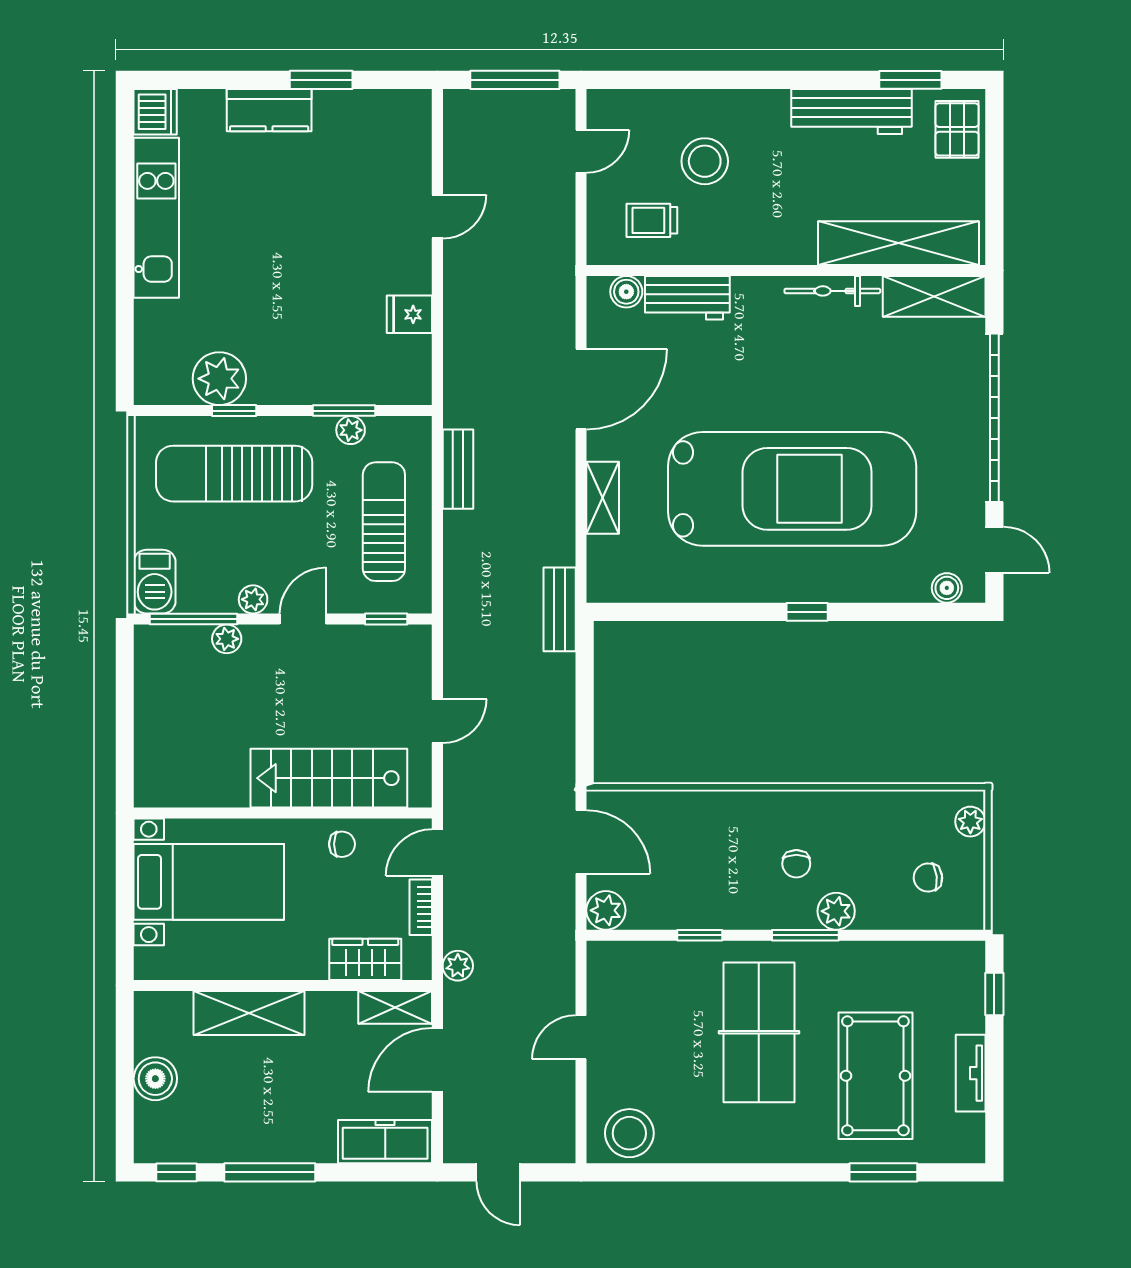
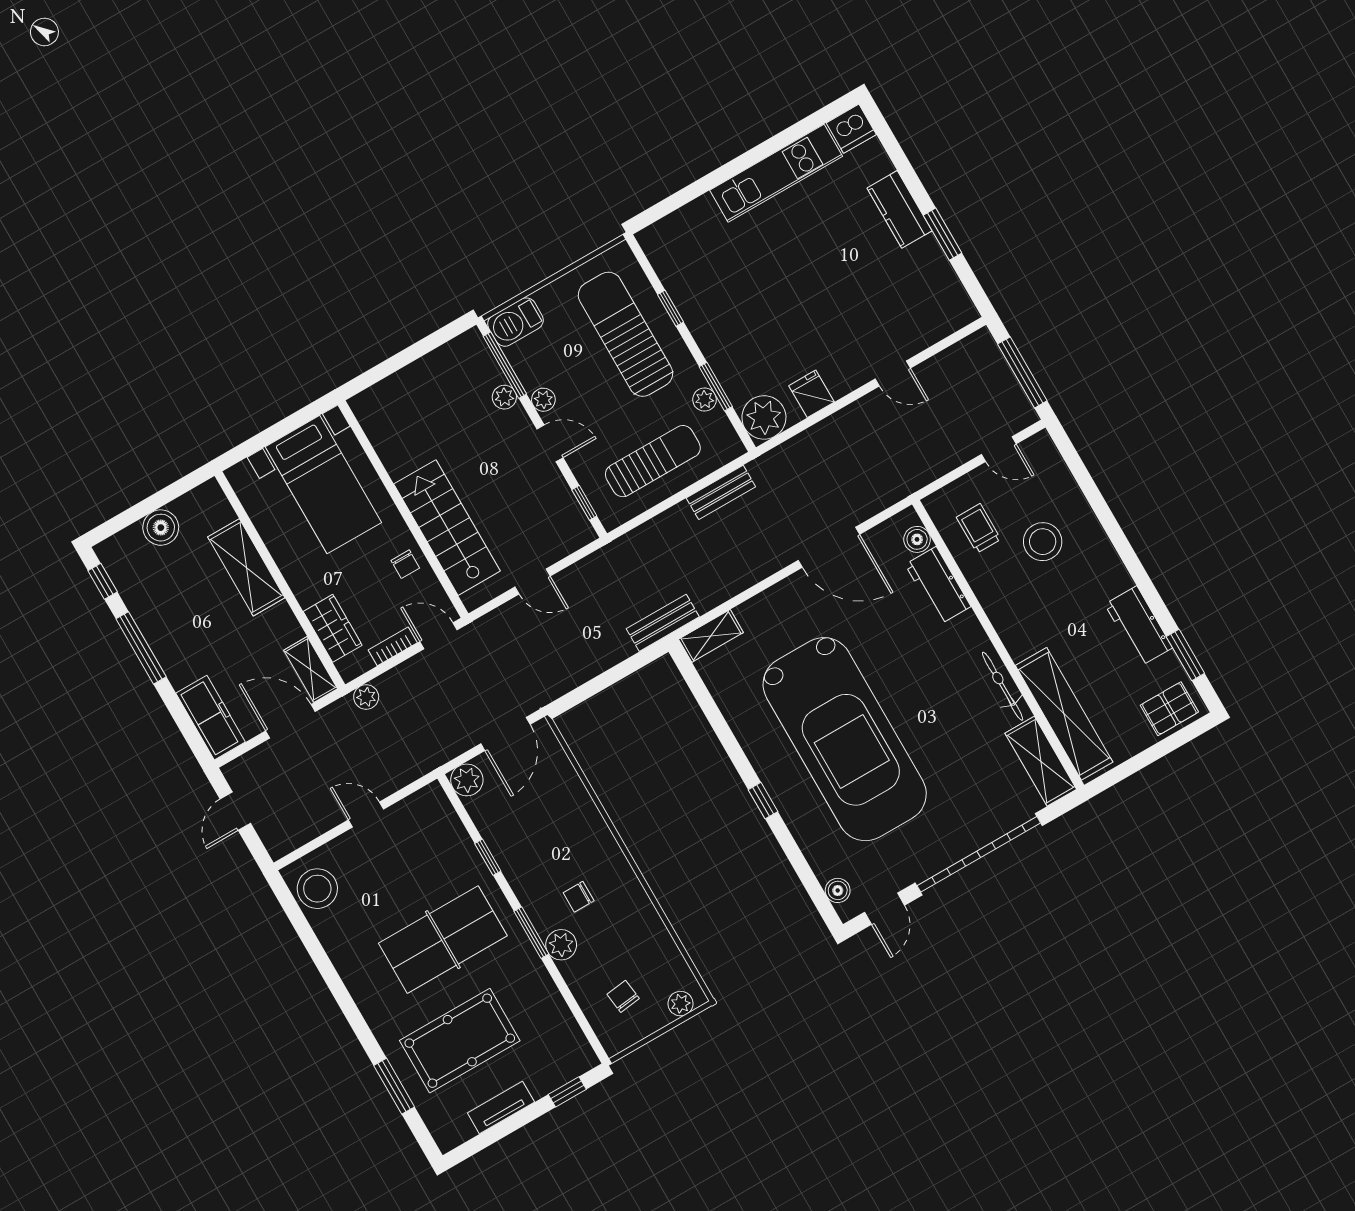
workbench: (852, 112) -> (1139, 626), width x0.73
plant: (219, 379) -> (764, 417), moved
shelving: (603, 498) -> (711, 636), moved

